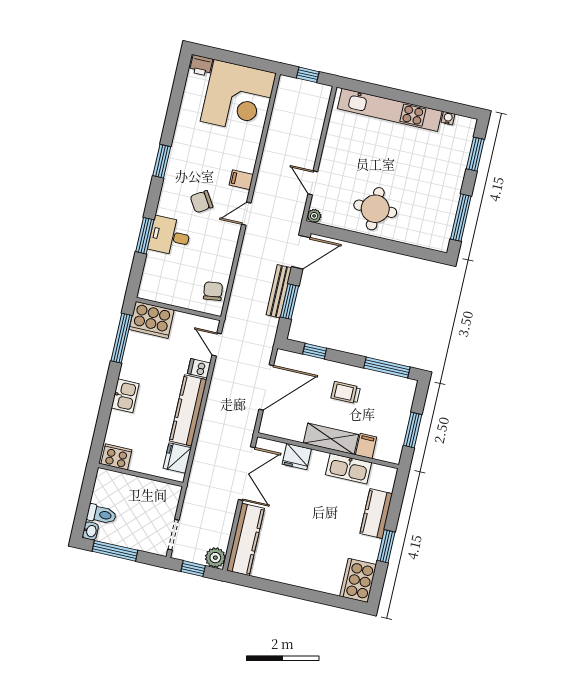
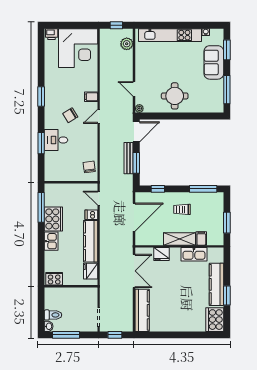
sofa: (450, 169) -> (214, 62), added
cooker: (152, 320) -> (53, 219), moved, turned -90
kitchen counter: (376, 514) -> (216, 284), width x1.50
plant: (215, 558) -> (127, 44), moved

